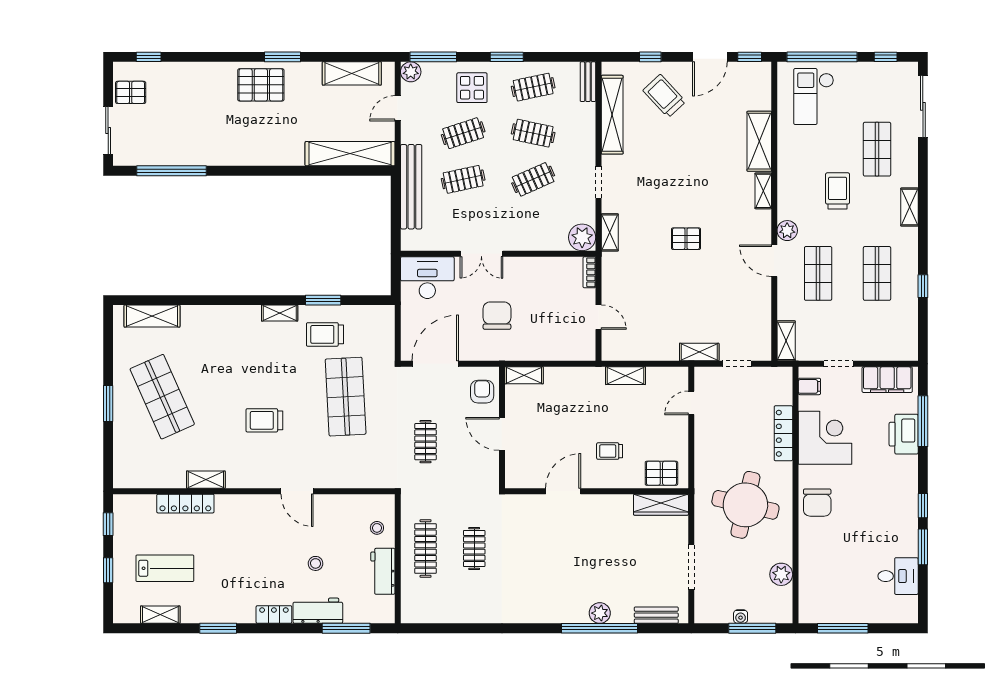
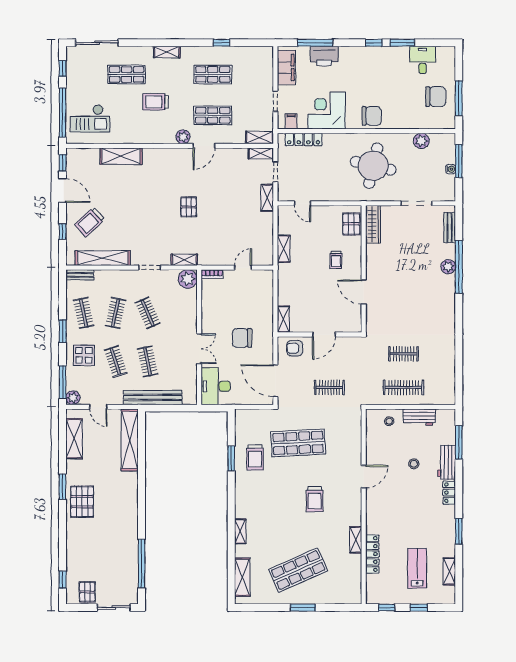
shelving: (763, 191) -> (261, 153), moved
shelving: (280, 313) -> (240, 531), moved
locker: (783, 433) -> (304, 139), moved
chair: (845, 595) -> (436, 97), added

